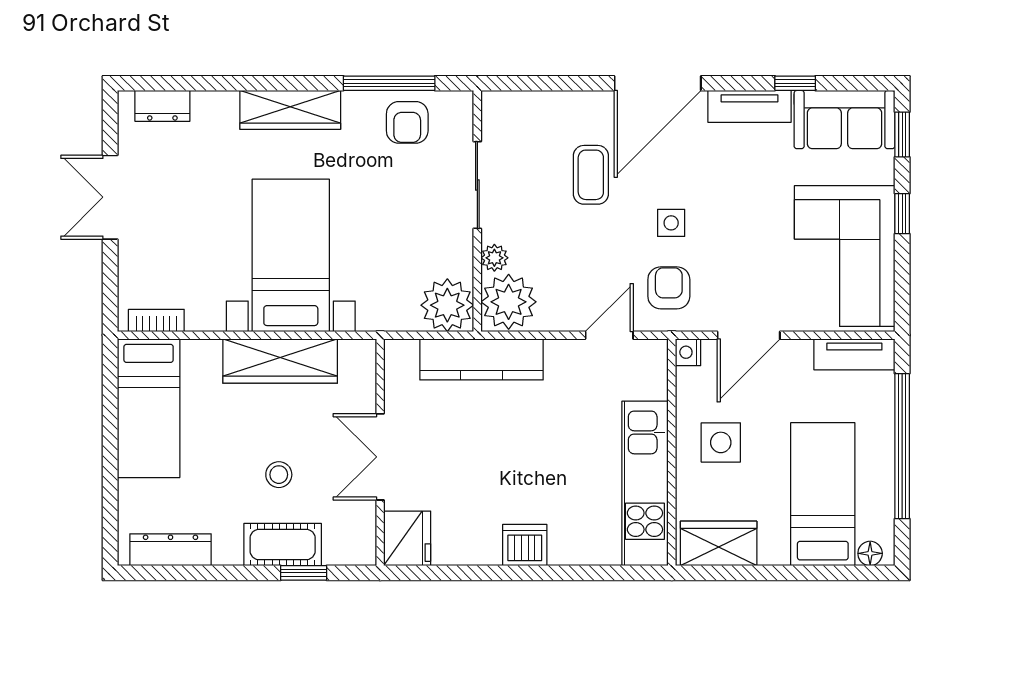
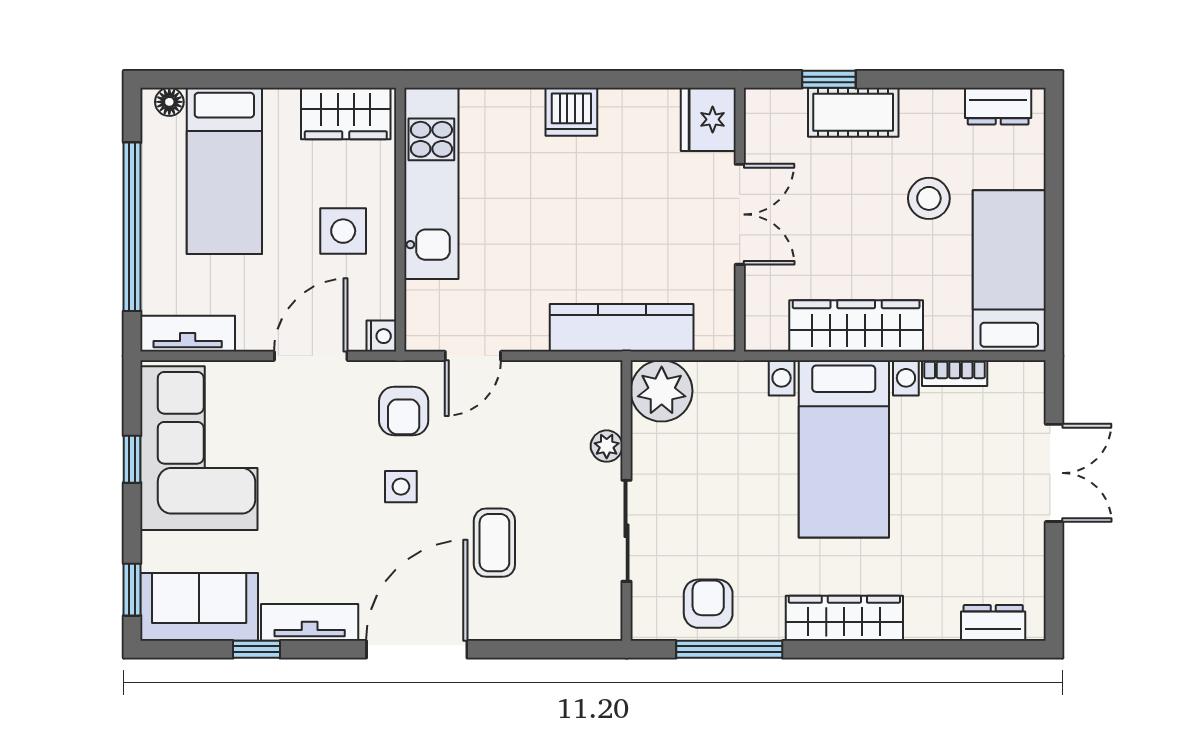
double door: (110, 197) -> (1054, 473), moved
window: (902, 214) -> (132, 459), moved
plant: (509, 302) -> (590, 395), removed
bookcase: (156, 320) -> (955, 373), moved
stool: (279, 475) -> (929, 198), moved, width x1.37, depth x1.37
dresser: (171, 550) -> (998, 106), width x0.70

